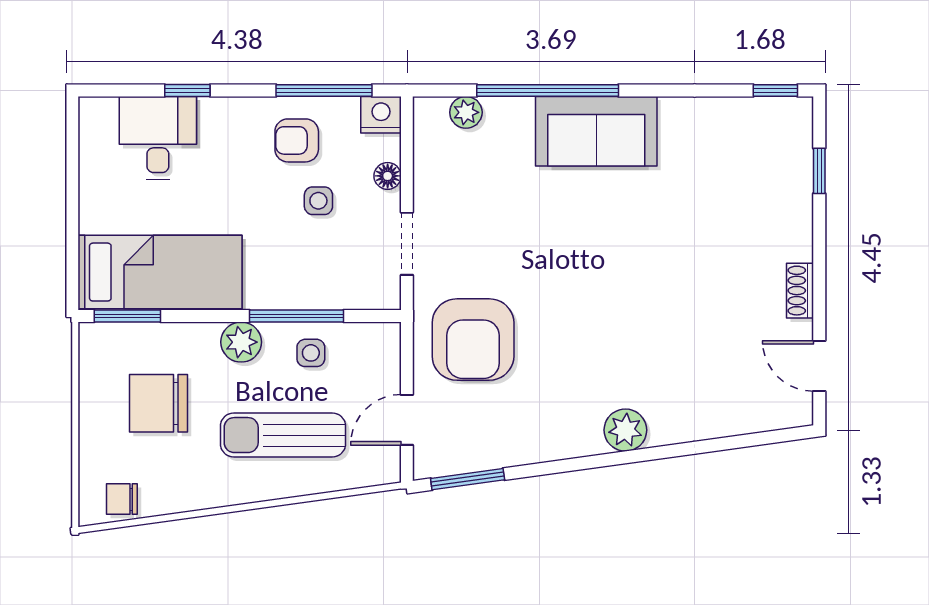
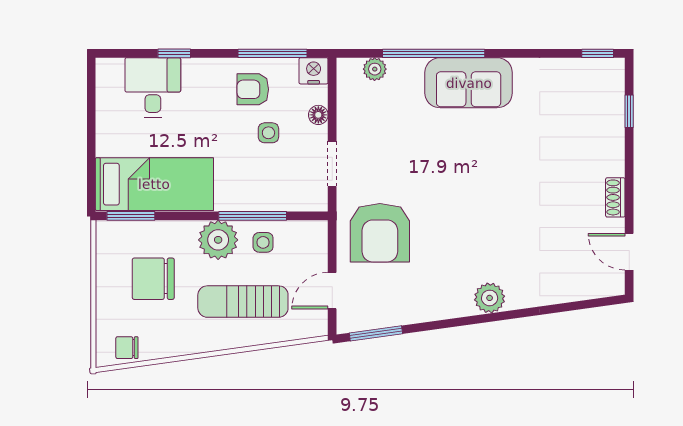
plant: (241, 342) -> (218, 240), width x1.36, depth x1.36

